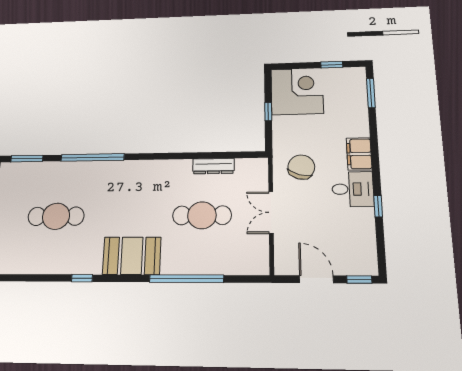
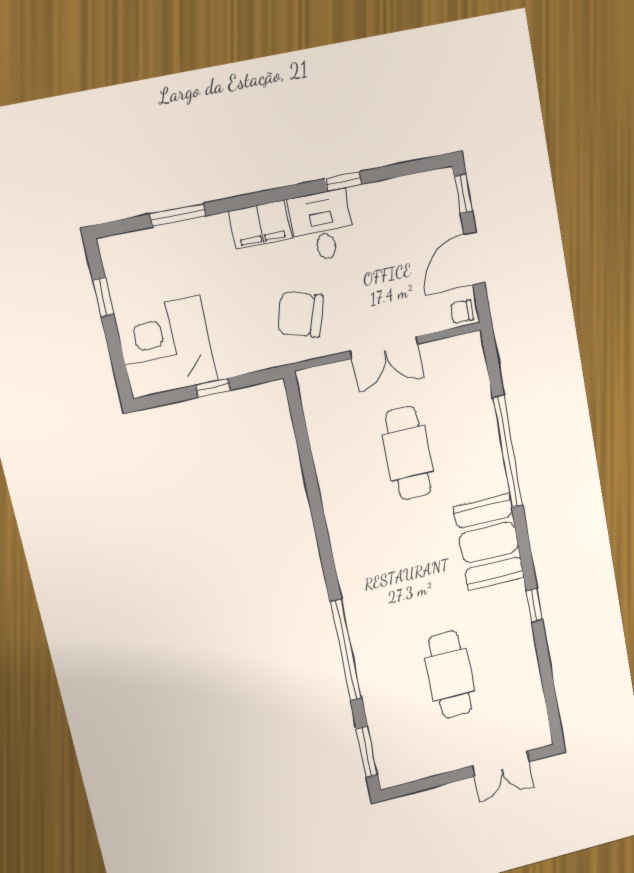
window: (371, 93) -> (178, 215), moved
dresser: (213, 166) -> (325, 455), removed
chair: (284, 265) -> (462, 312), added

